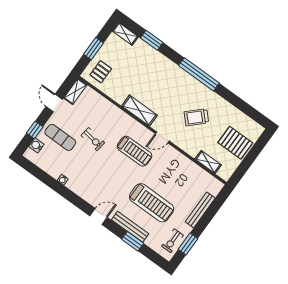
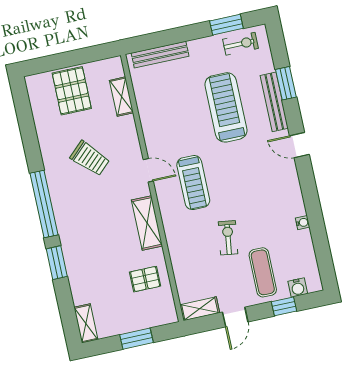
window: (152, 40) -> (57, 263), moved
pallet: (101, 72) -> (145, 279), moved
treadmill: (134, 151) -> (193, 183), turned 180
bench: (200, 210) -> (160, 55), moved

